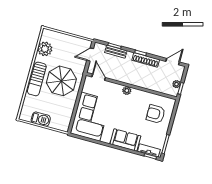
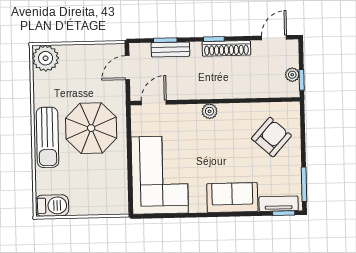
plant: (45, 49) -> (46, 58), moved
door: (99, 77) -> (154, 103), hinge flipped
armchair: (156, 114) -> (271, 137), turned 132
barbecue: (41, 119) -> (52, 206), moved

